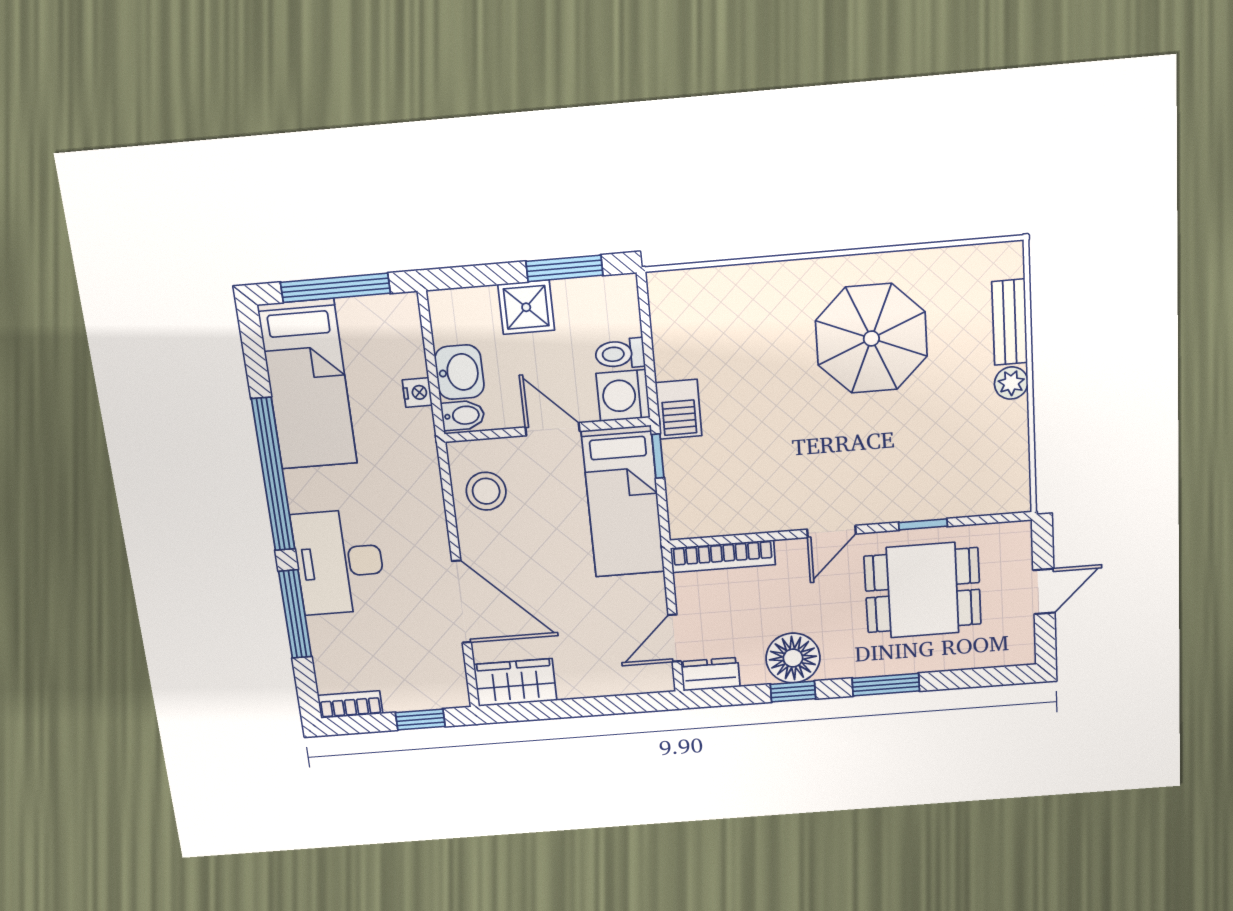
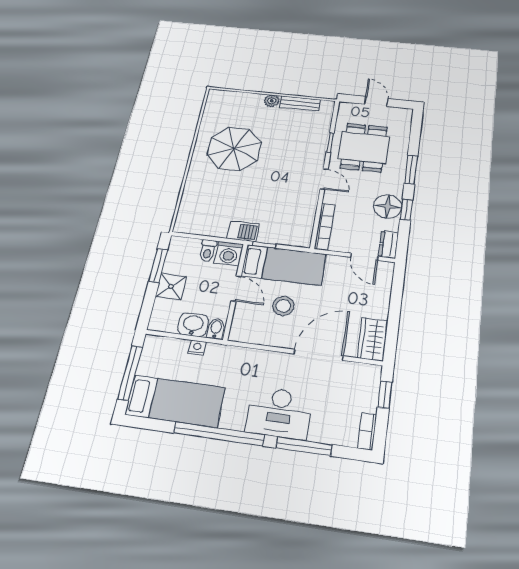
bench: (1010, 322) -> (300, 104), moved
door: (553, 429) -> (236, 289), swing flipped
stool: (486, 491) -> (283, 306), moved

